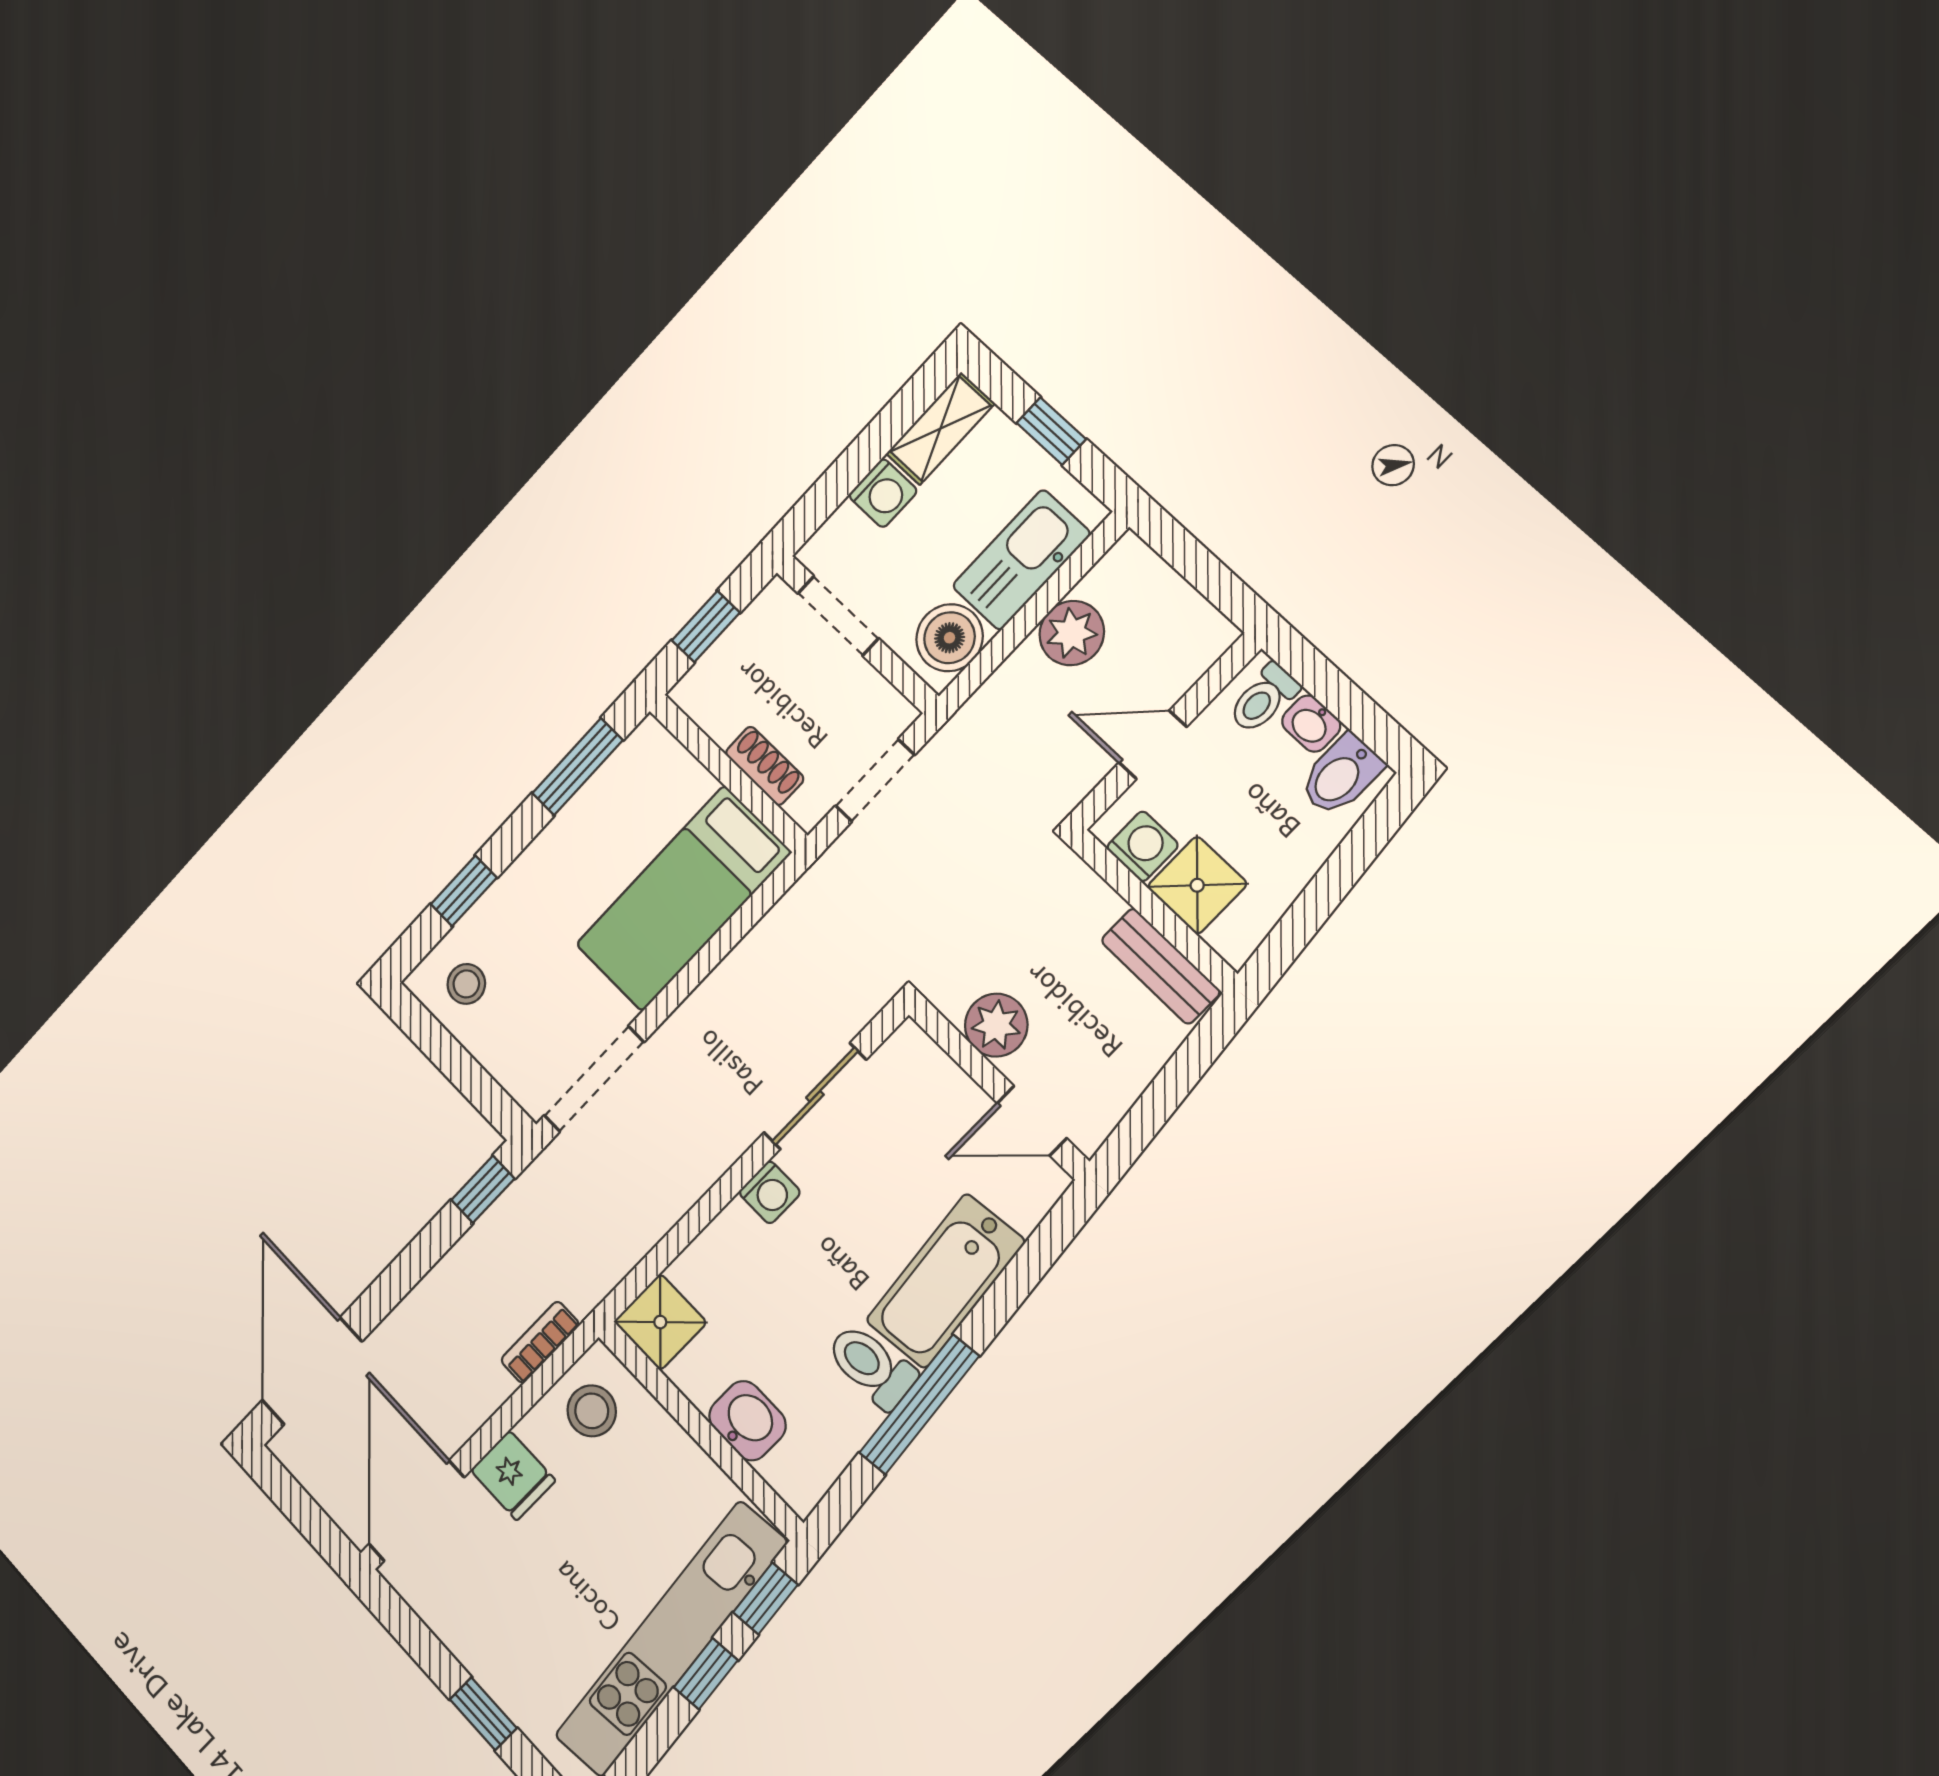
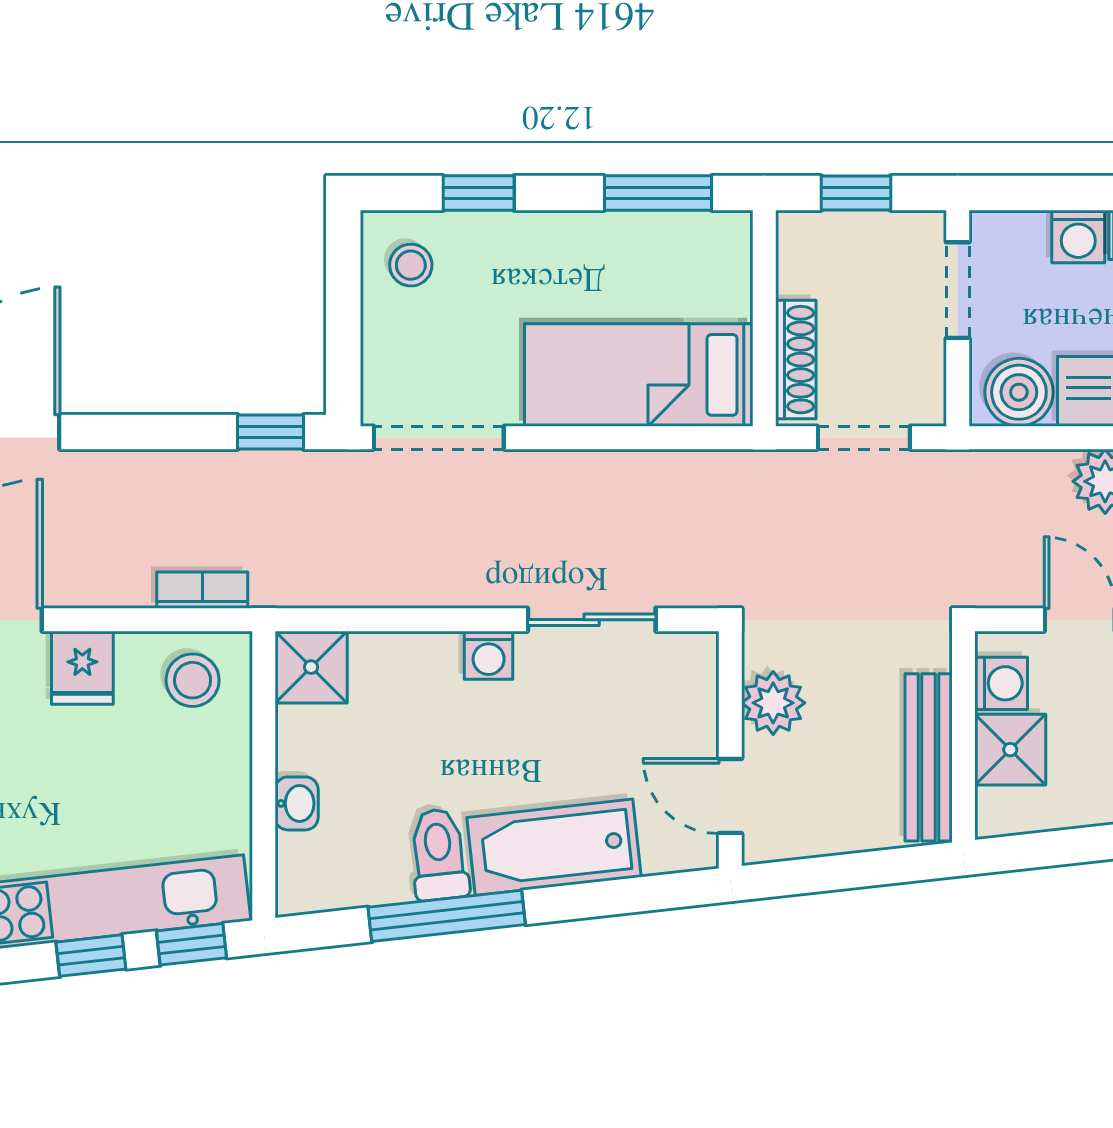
shoe rack: (765, 766) -> (796, 360), width x1.43
bench: (1161, 966) -> (929, 757), width x1.36
washbasin: (747, 1421) -> (297, 803), width x0.72, depth x0.69

